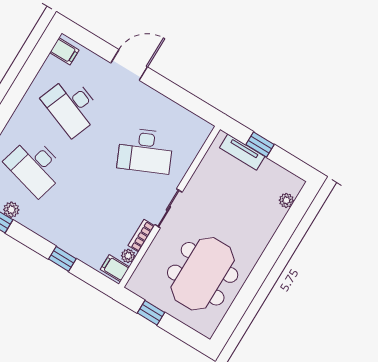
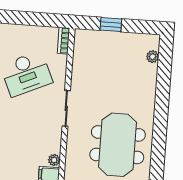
tv unit: (242, 152) -> (100, 37), removed
bookcase: (141, 236) -> (64, 41), moved

